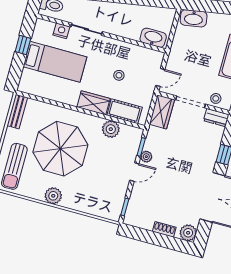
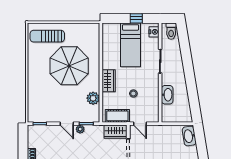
nightstand: (61, 31) -> (154, 32), moved
washbasin: (153, 38) -> (167, 95), moved
cot: (125, 111) -> (117, 116), moved, turned 90
bench: (17, 112) -> (87, 27), removed
plant: (53, 196) -> (34, 70), removed

